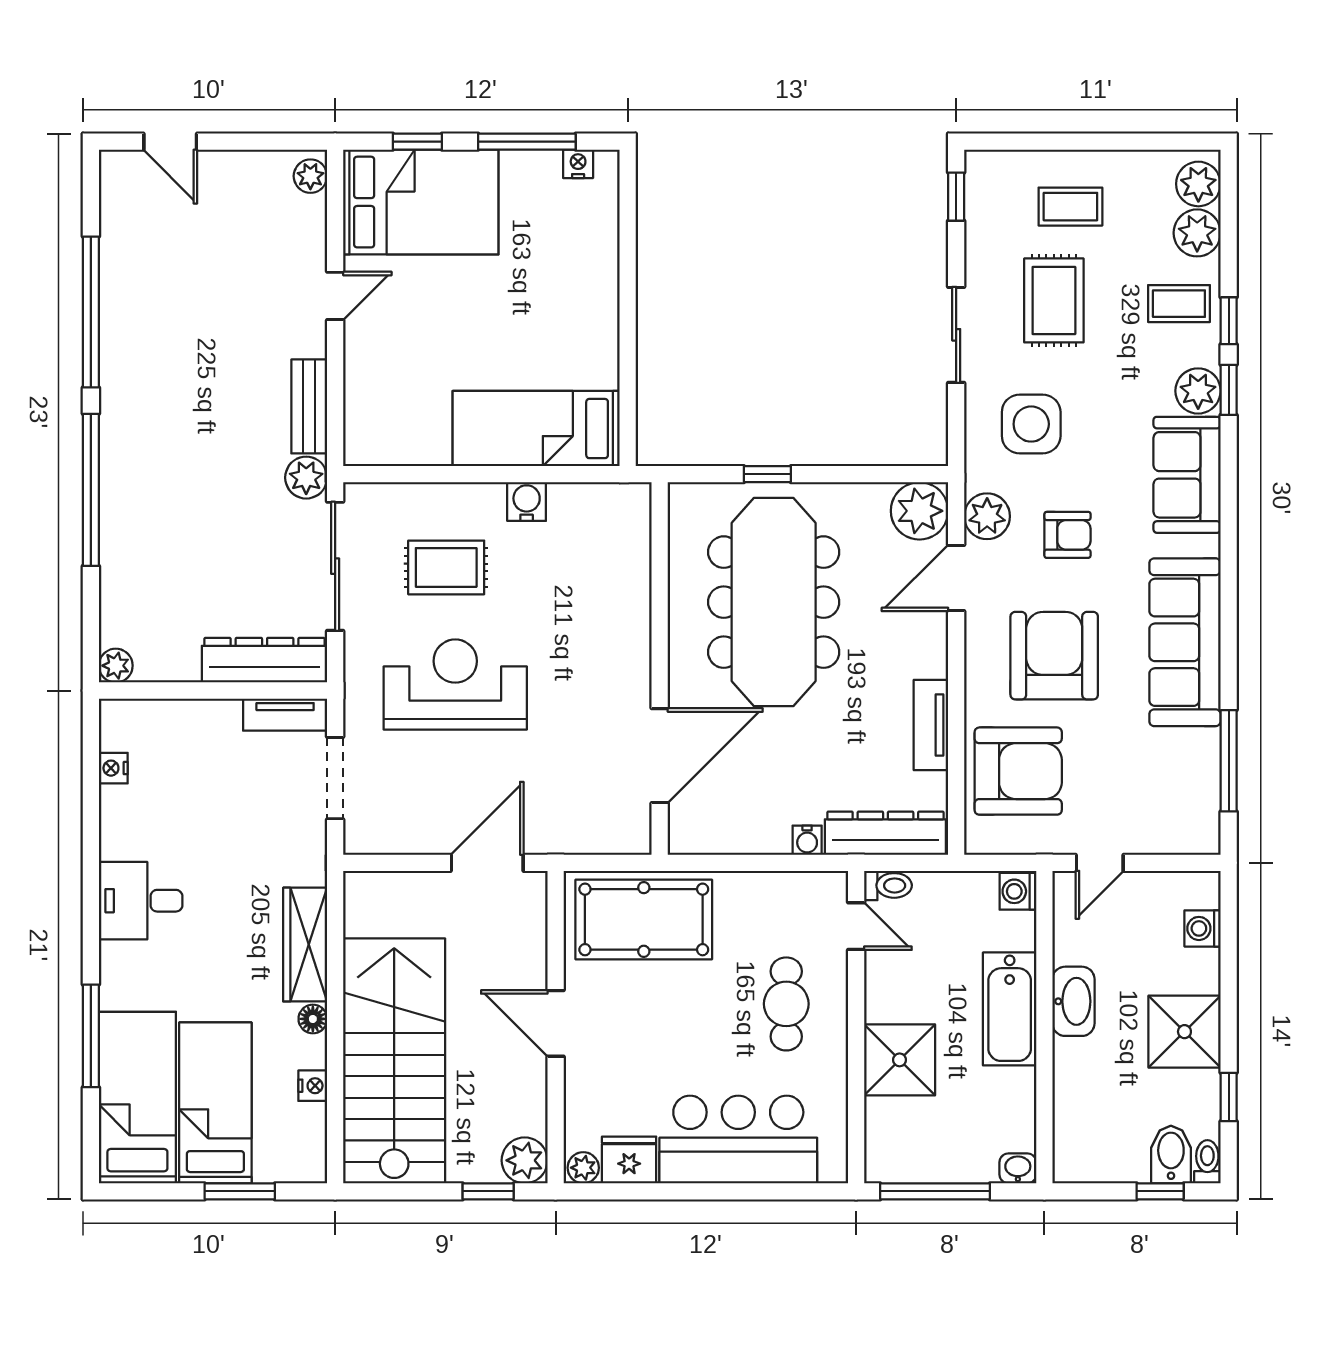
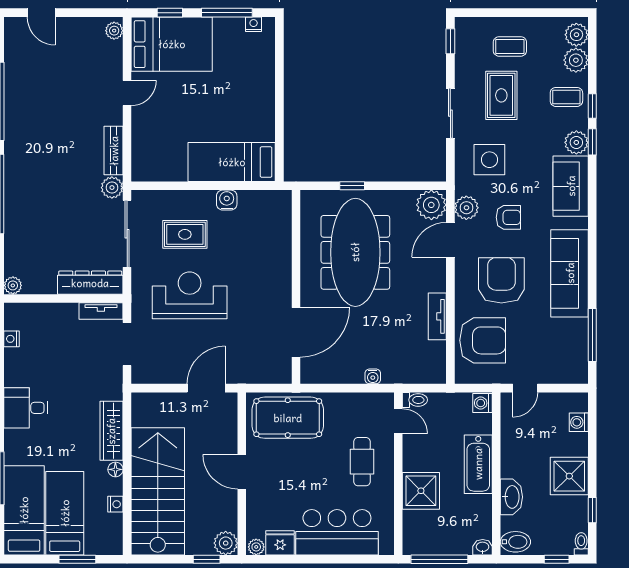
dresser: (885, 833) -> (414, 373), removed
washbasin: (1073, 1001) -> (511, 497), moved
bidet: (1171, 1155) -> (515, 542), moved, turned 90

